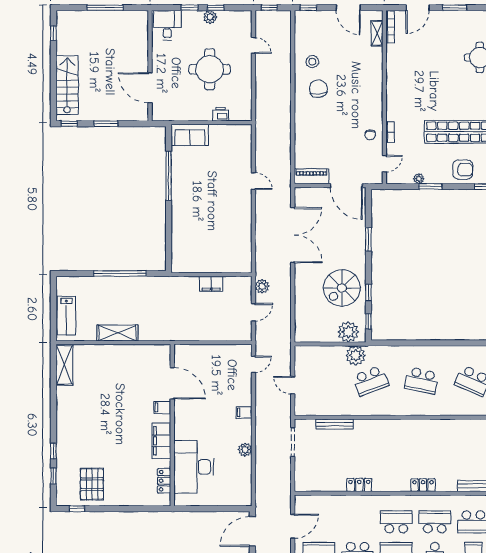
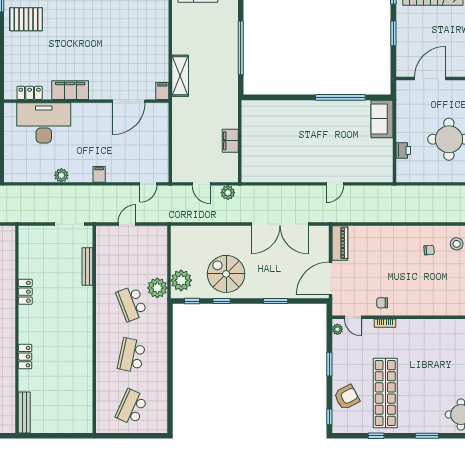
chair: (318, 89) -> (429, 250), width x0.54, depth x0.54
armchair: (463, 170) -> (347, 397), turned -118
plant: (419, 179) -> (337, 329), moved
shelving: (117, 333) -> (180, 76), moved
door: (253, 364) -> (148, 184), hinge flipped
filing cabinet: (162, 407) -> (162, 91), moved

